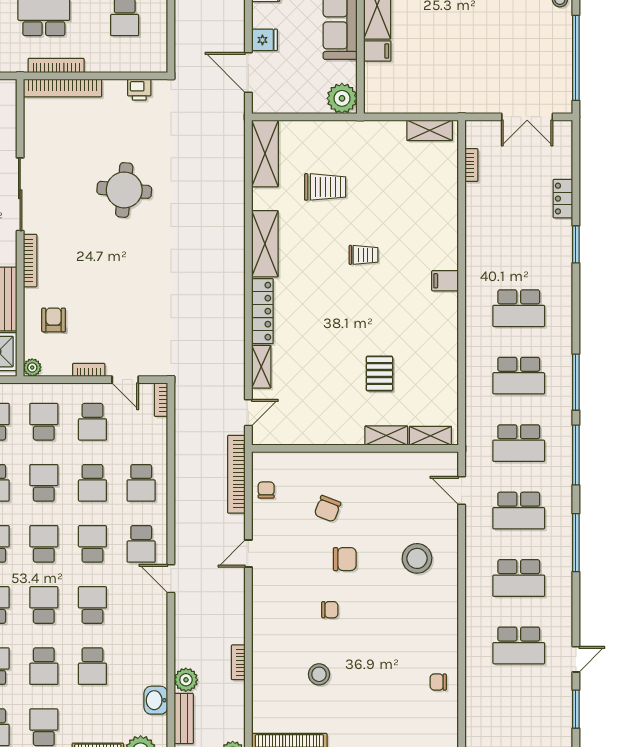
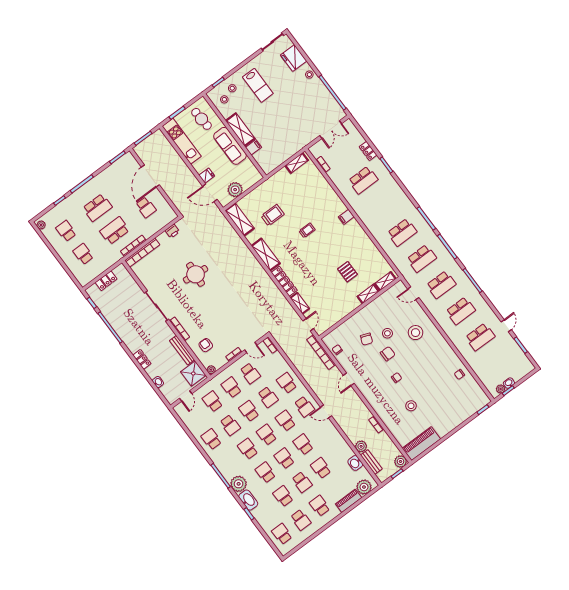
plant: (342, 98) -> (235, 190), moved
school desk: (519, 308) -> (363, 180), moved
school desk: (141, 483) -> (287, 383), turned 180
stool: (369, 525) -> (387, 333), added
school desk: (92, 666) -> (321, 468), turned 180

